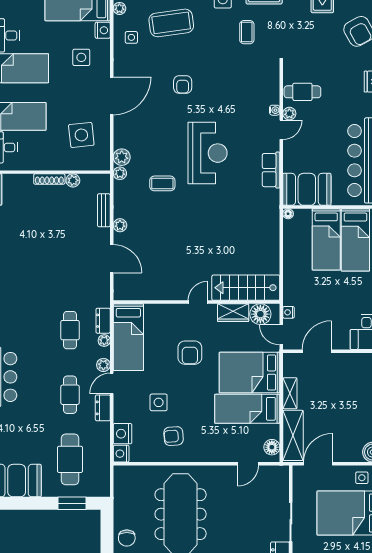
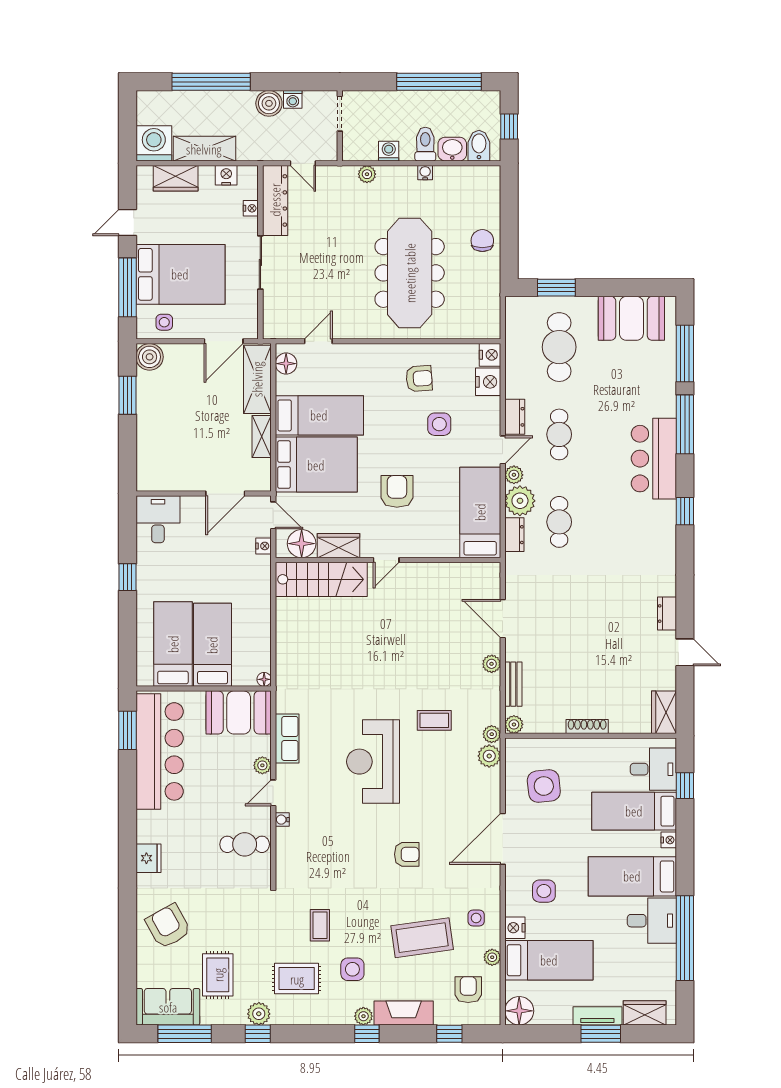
armchair: (183, 84) -> (407, 854), turned 90
plant: (289, 114) -> (262, 765), moved
plant: (73, 180) -> (514, 724), moved
plant: (104, 341) -> (520, 501), width x1.88, depth x1.88

